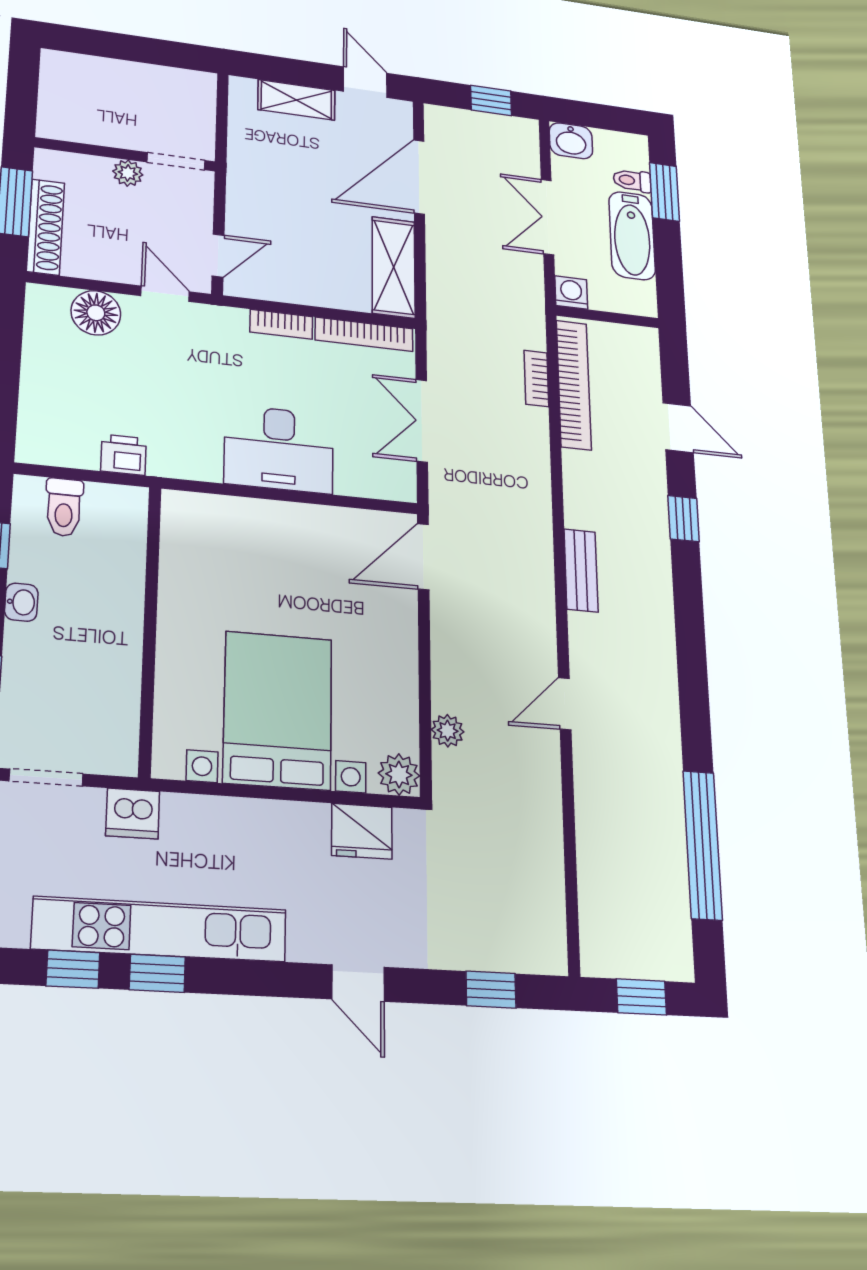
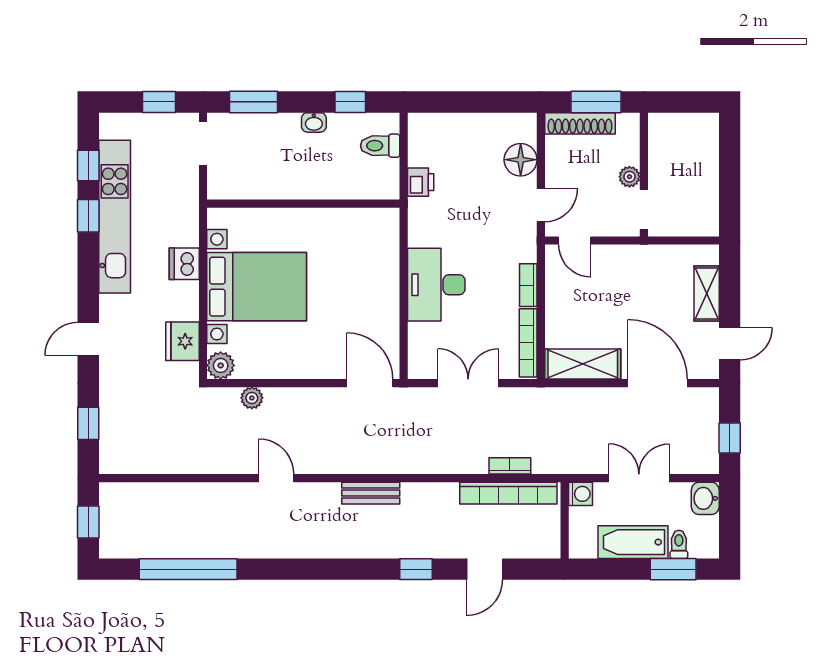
dishwasher: (133, 814) -> (184, 264), moved

